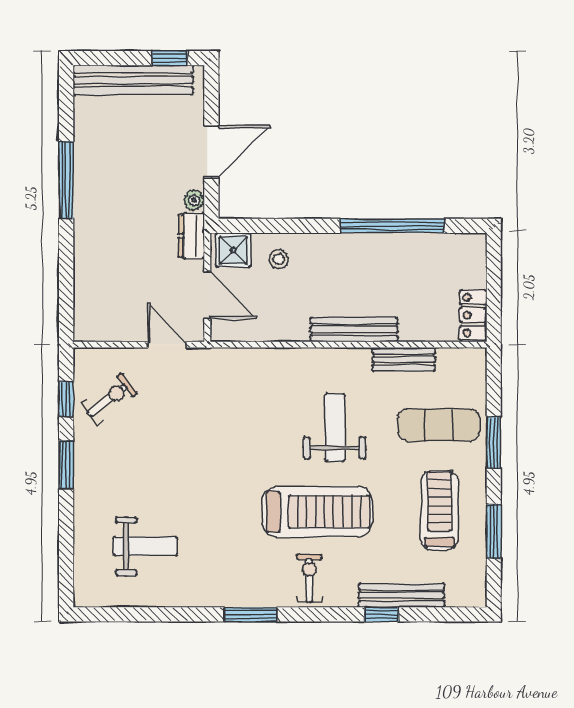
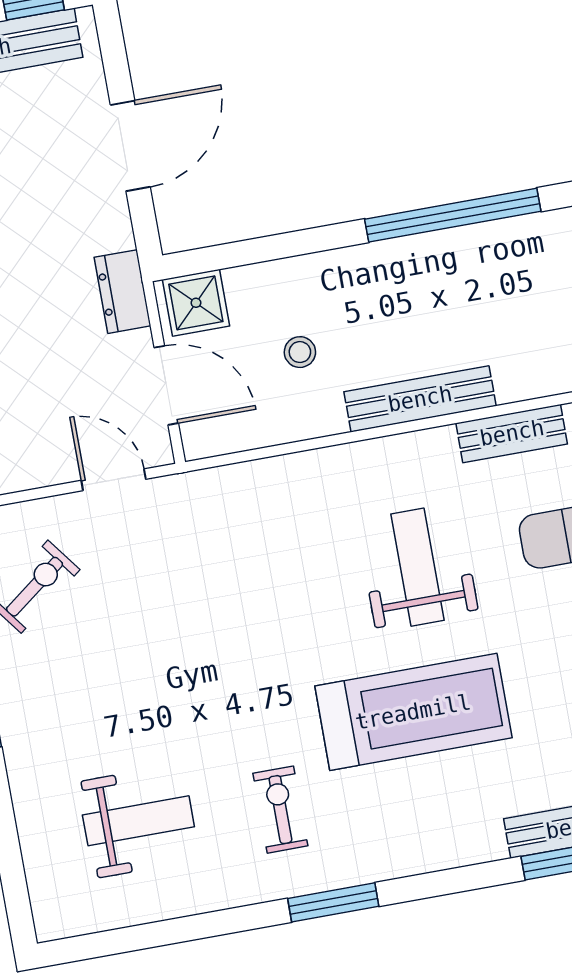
plant: (194, 200) -> (116, 231), removed
stool: (279, 259) -> (300, 352), moved
exercise bike: (309, 578) -> (280, 810), moved

